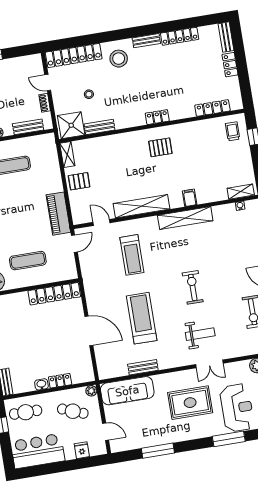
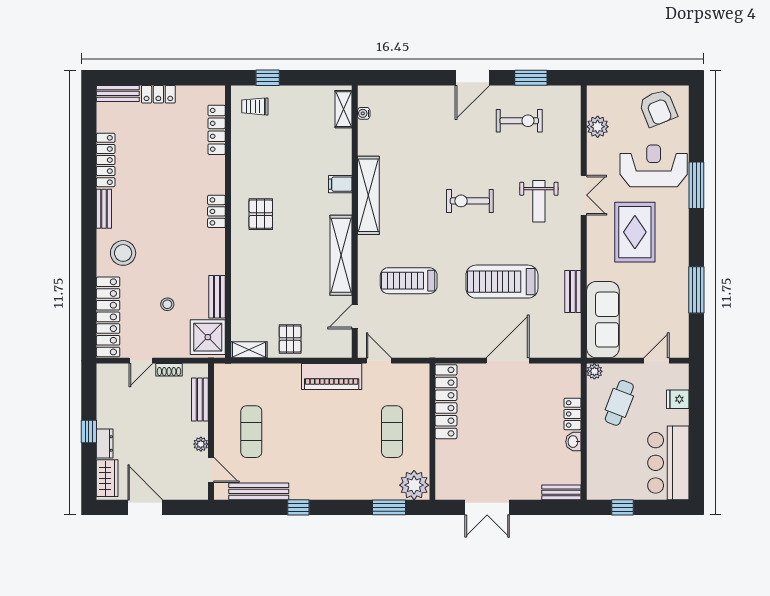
treadmill: (132, 255) -> (409, 281), turned 180
weight bench: (200, 334) -> (539, 201), turned 180
cafe table: (26, 412) -> (610, 471), removed

